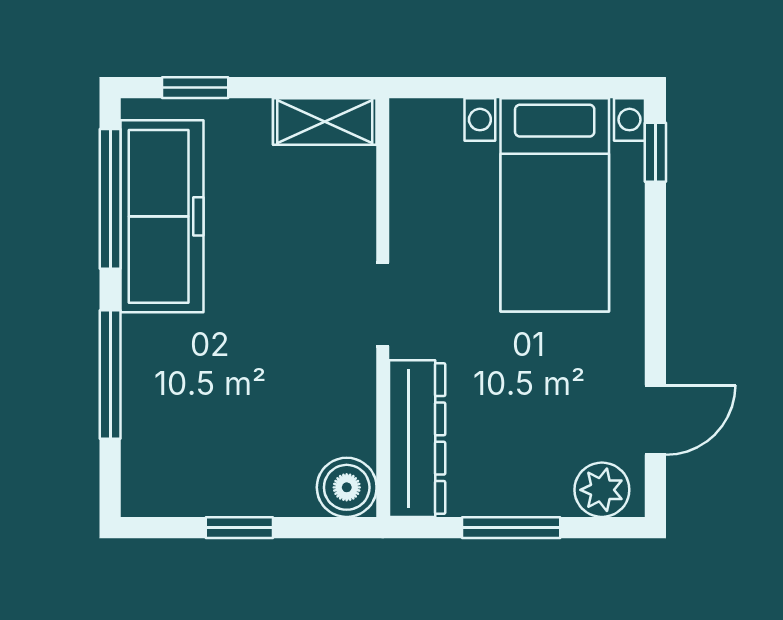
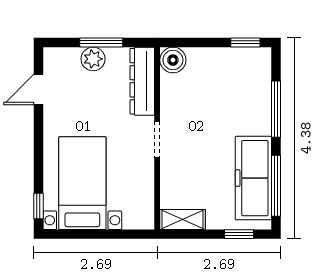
plant: (602, 490) -> (93, 59), moved
window: (239, 528) -> (245, 42), moved

